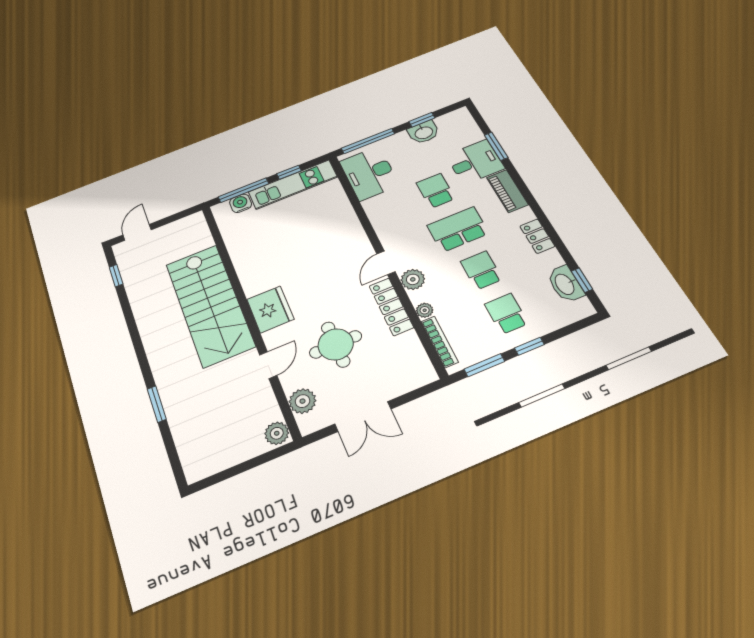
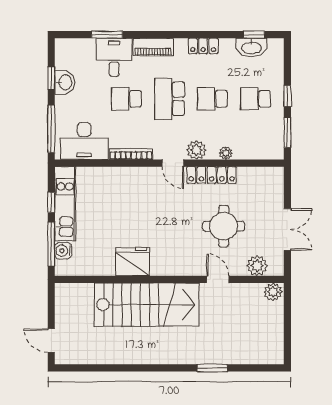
window: (116, 276) -> (85, 368), removed
fridge: (270, 309) -> (132, 262), moved
bookcase: (440, 342) -> (131, 154), moved

